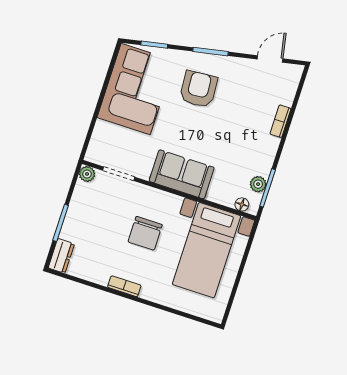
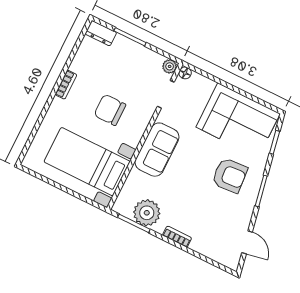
bookcase: (280, 121) -> (177, 237), moved
plant: (258, 184) -> (147, 213), width x1.88, depth x1.88
floor lamp: (242, 204) -> (185, 73), moved

